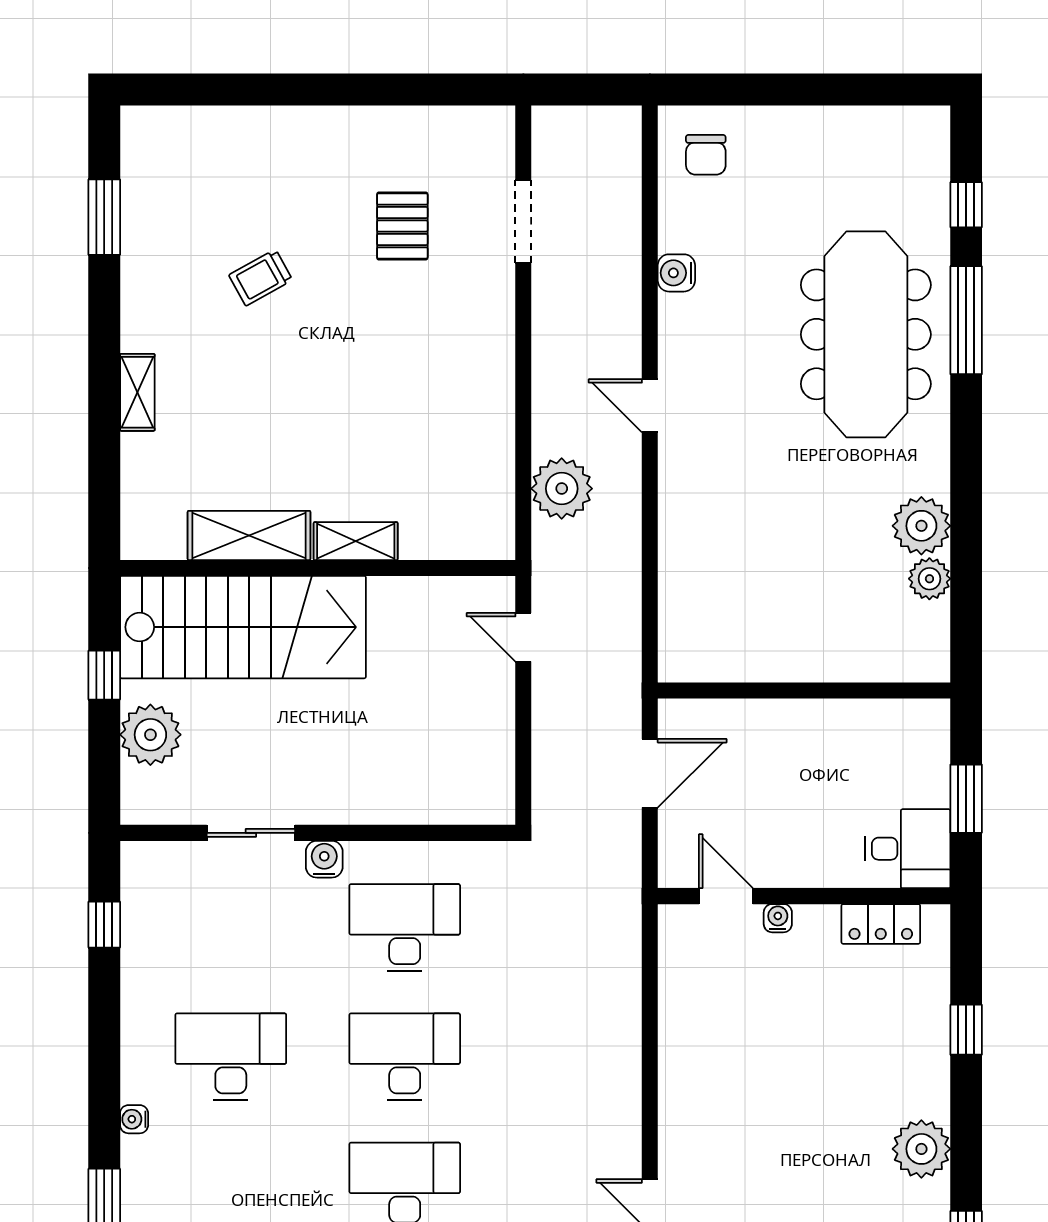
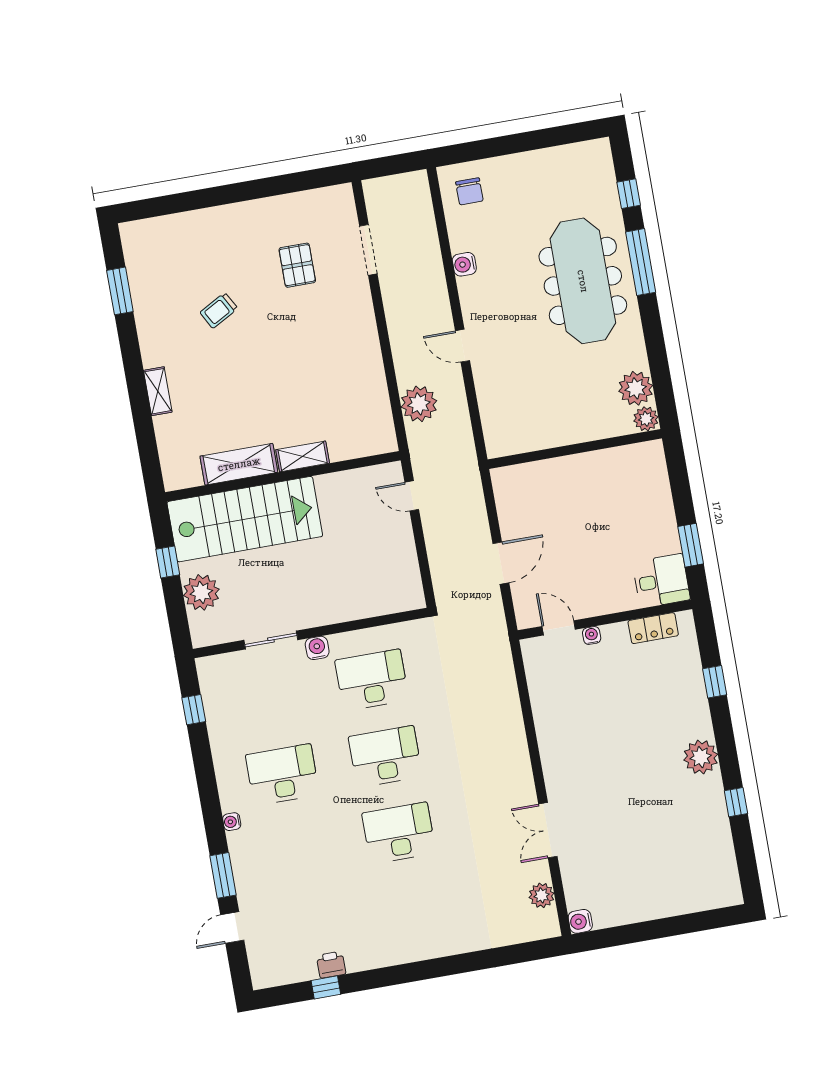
wall: (804, 691) -> (575, 449), moved

